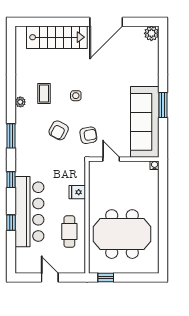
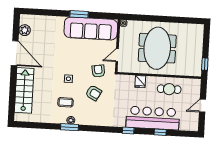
plant: (151, 33) -> (25, 30), moved
window: (11, 136) -> (70, 127), moved
meeting table: (122, 234) -> (157, 48), moved

